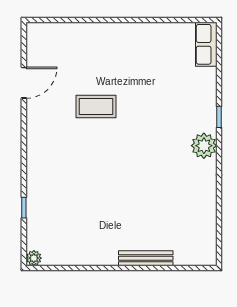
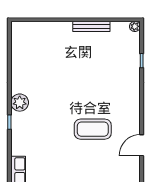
coffee table: (96, 106) -> (93, 129), width x1.36, depth x1.32
bench: (146, 258) -> (91, 26), moved

